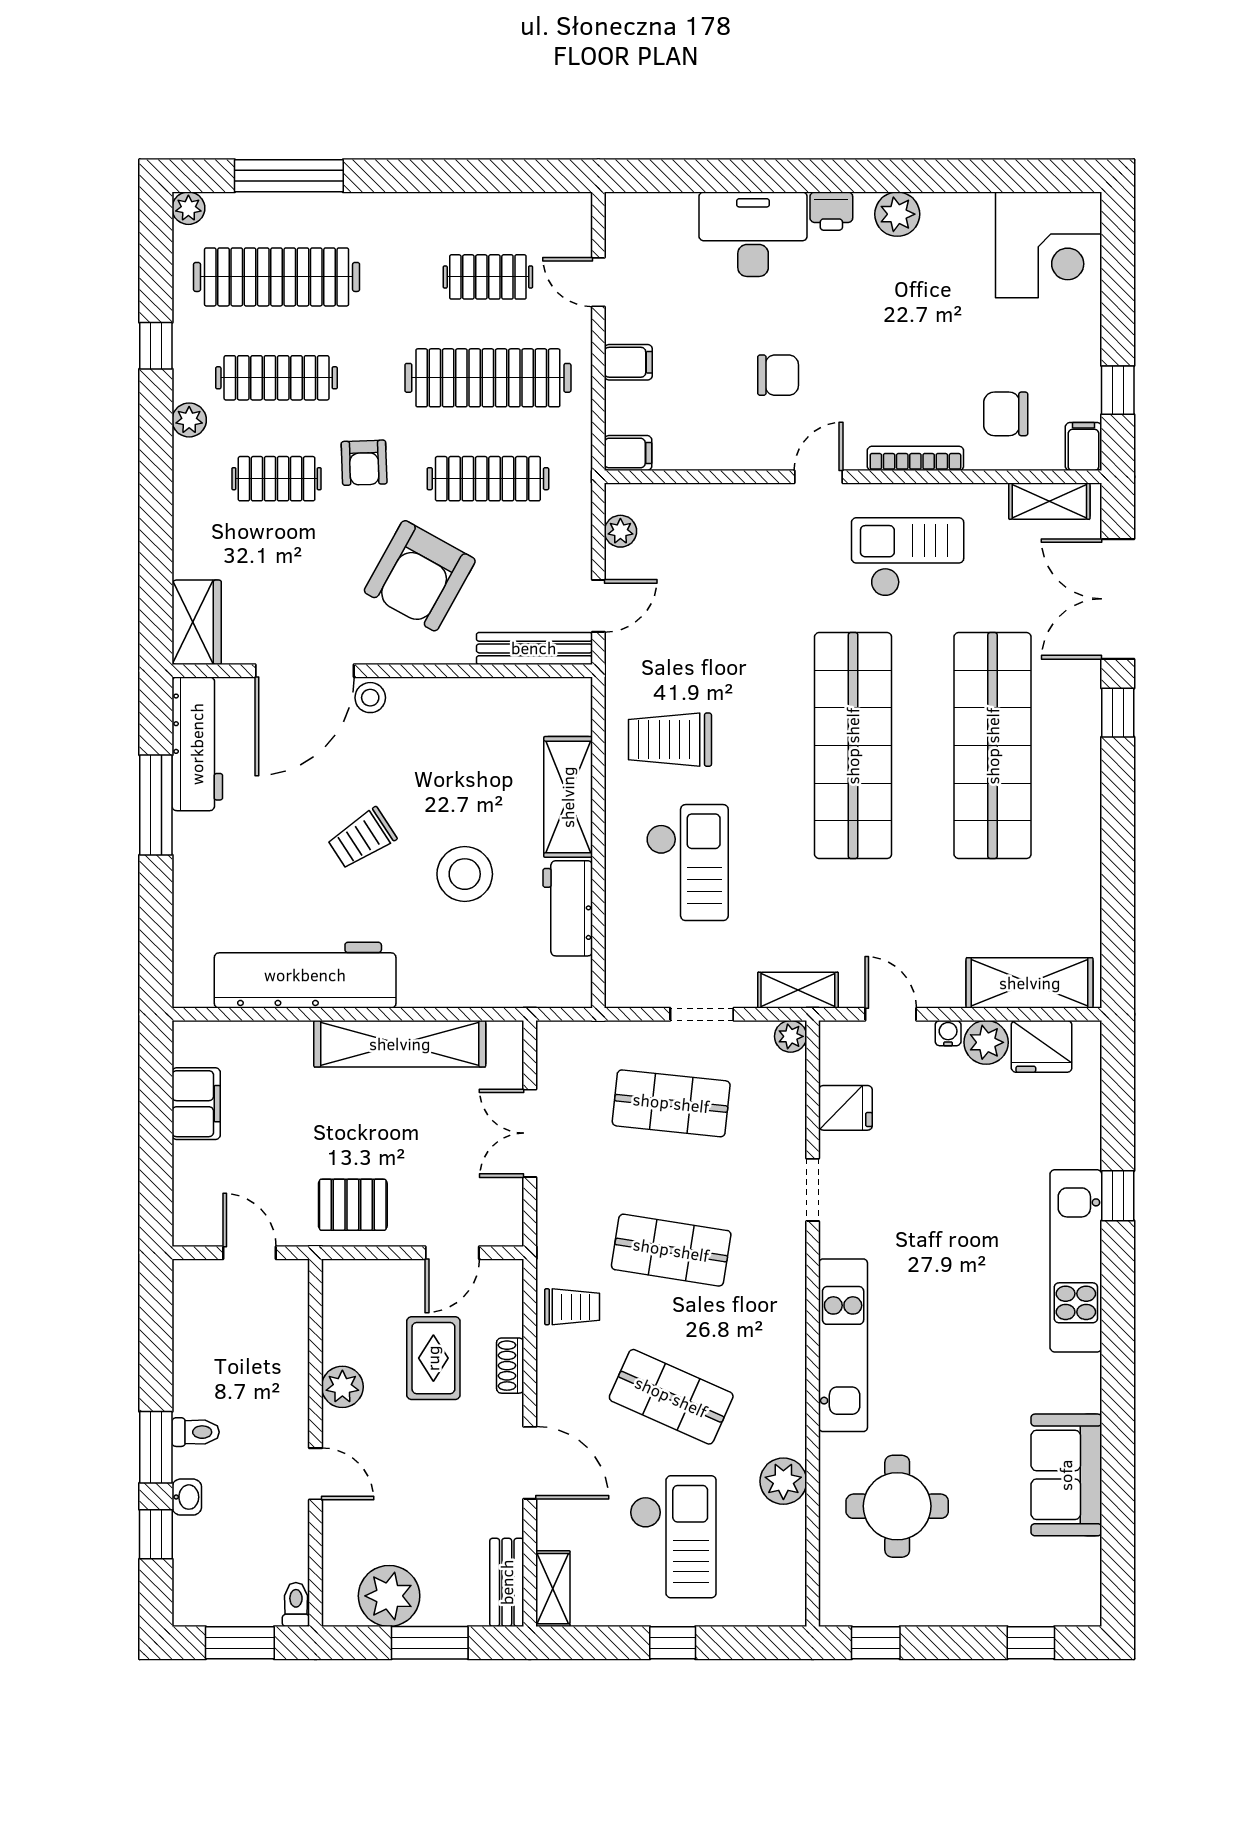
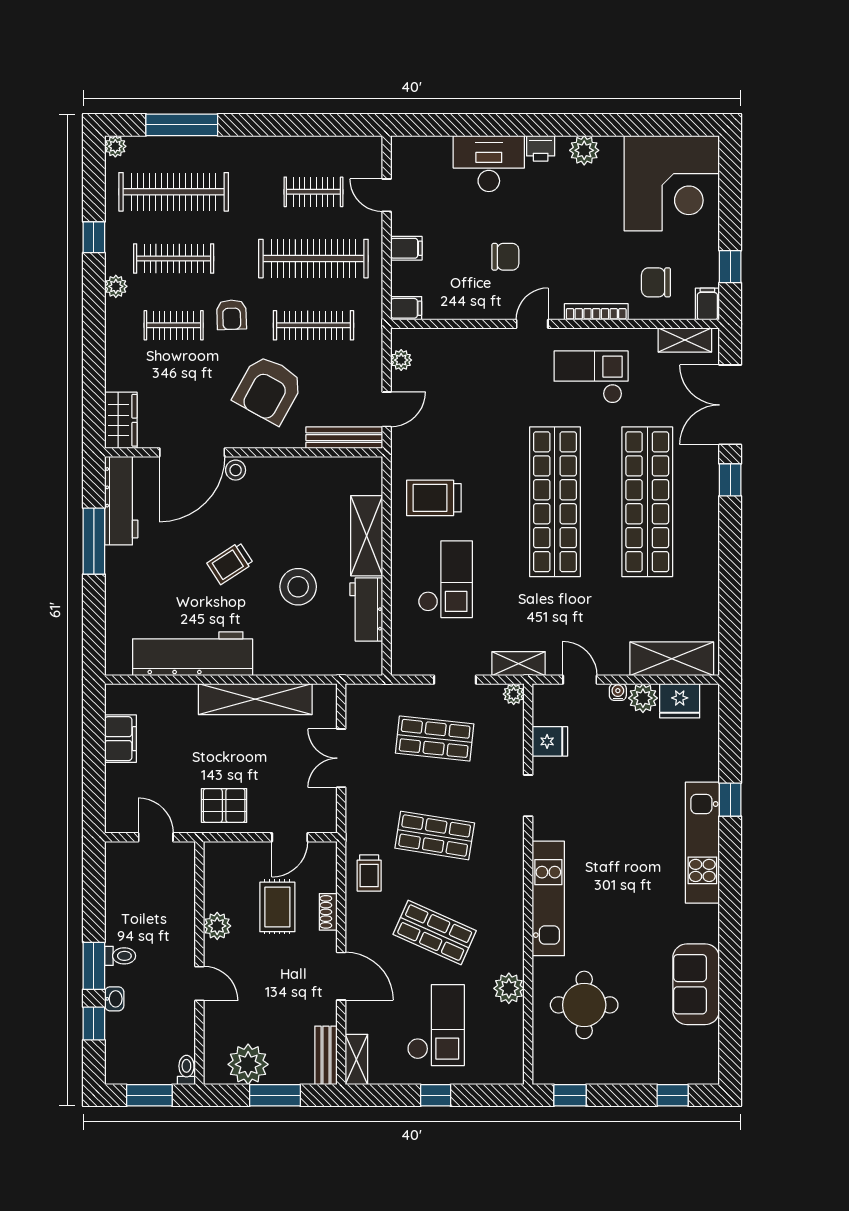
corner desk: (1049, 245) -> (672, 183), width x1.36, depth x1.36
trolley: (572, 1307) -> (369, 873), turned 90

